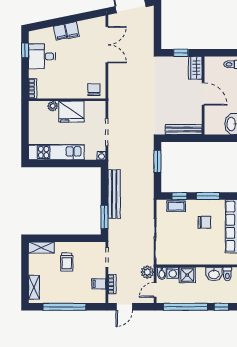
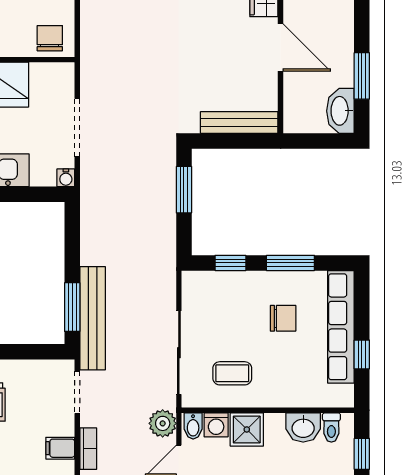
bench: (114, 194) -> (93, 318), moved
coffee table: (176, 206) -> (232, 373), moved

